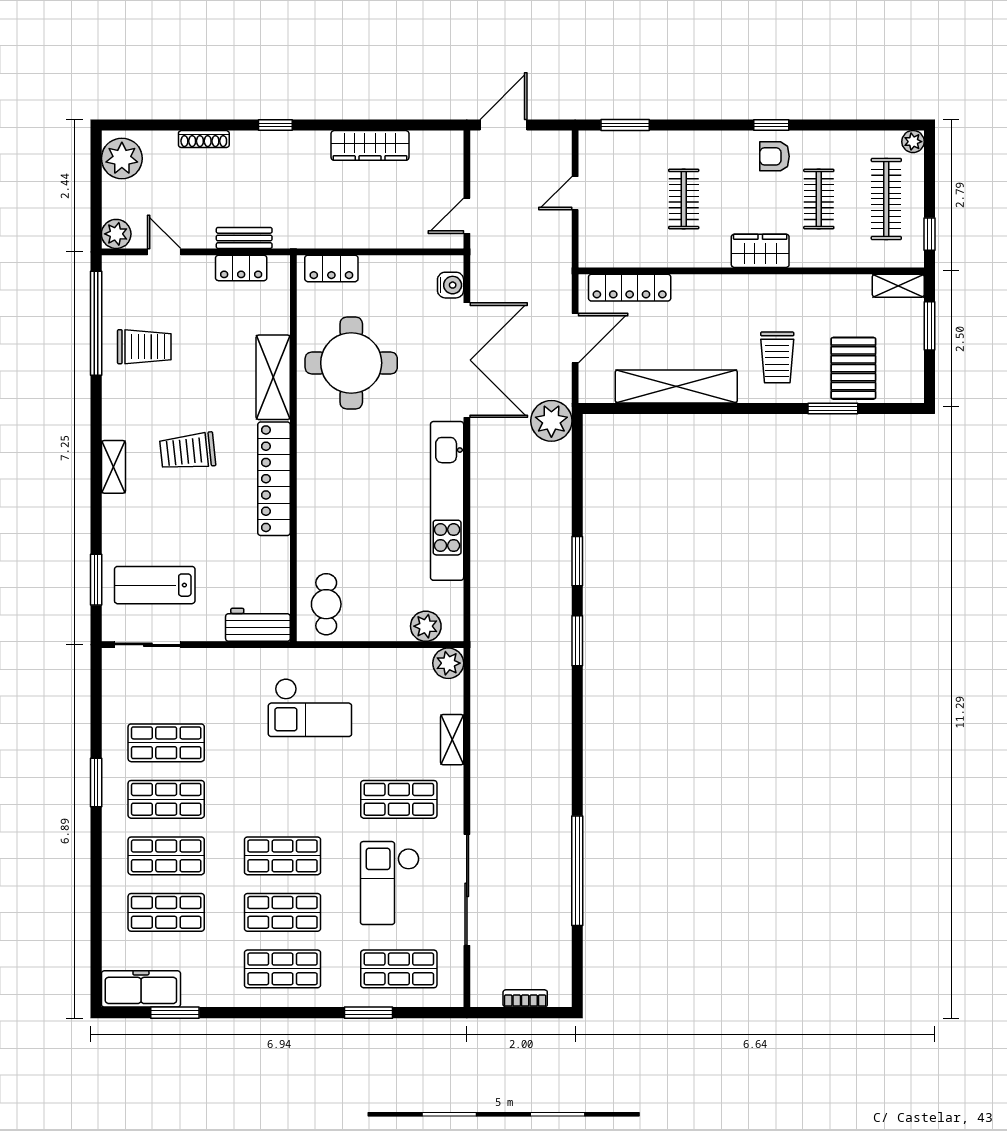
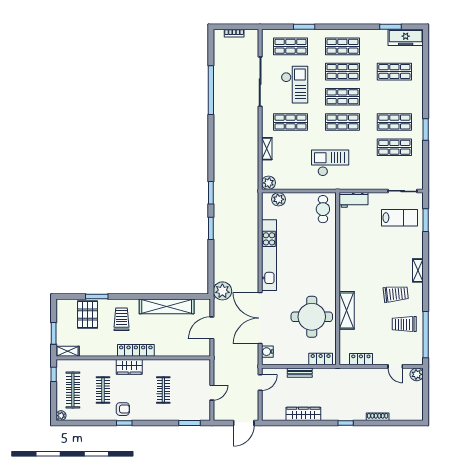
plant: (122, 158) -> (414, 408), removed
bench: (244, 238) -> (300, 373), moved
locker: (630, 288) -> (136, 350), moved
trolley: (188, 451) -> (396, 294), moved
locker: (274, 479) -> (346, 265), removed
shop shelf: (166, 856) -> (342, 122), moved

